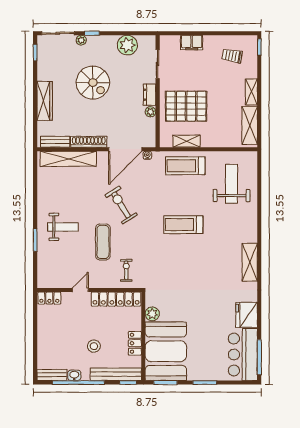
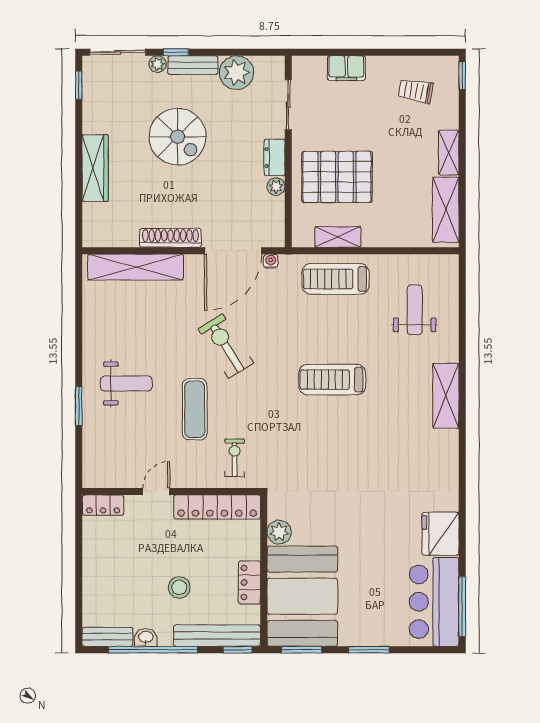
bench: (55, 142) -> (193, 65), moved
weight bench: (232, 184) -> (415, 310), width x0.73, depth x0.75
shelving: (250, 262) -> (446, 396), moved

